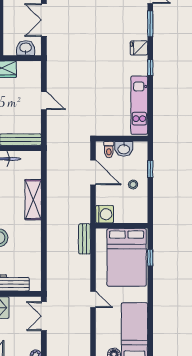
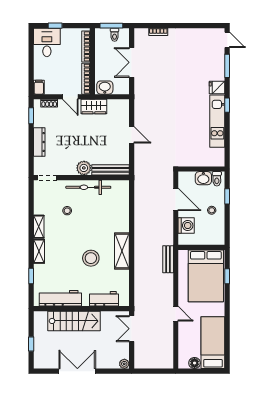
washbasin: (26, 48) -> (105, 88), moved
kitchen unit: (139, 105) -> (217, 121), moved
toilet: (109, 149) -> (217, 179), moved
shelving: (33, 200) -> (122, 251), moved
washing machine: (105, 214) -> (186, 225), moved

